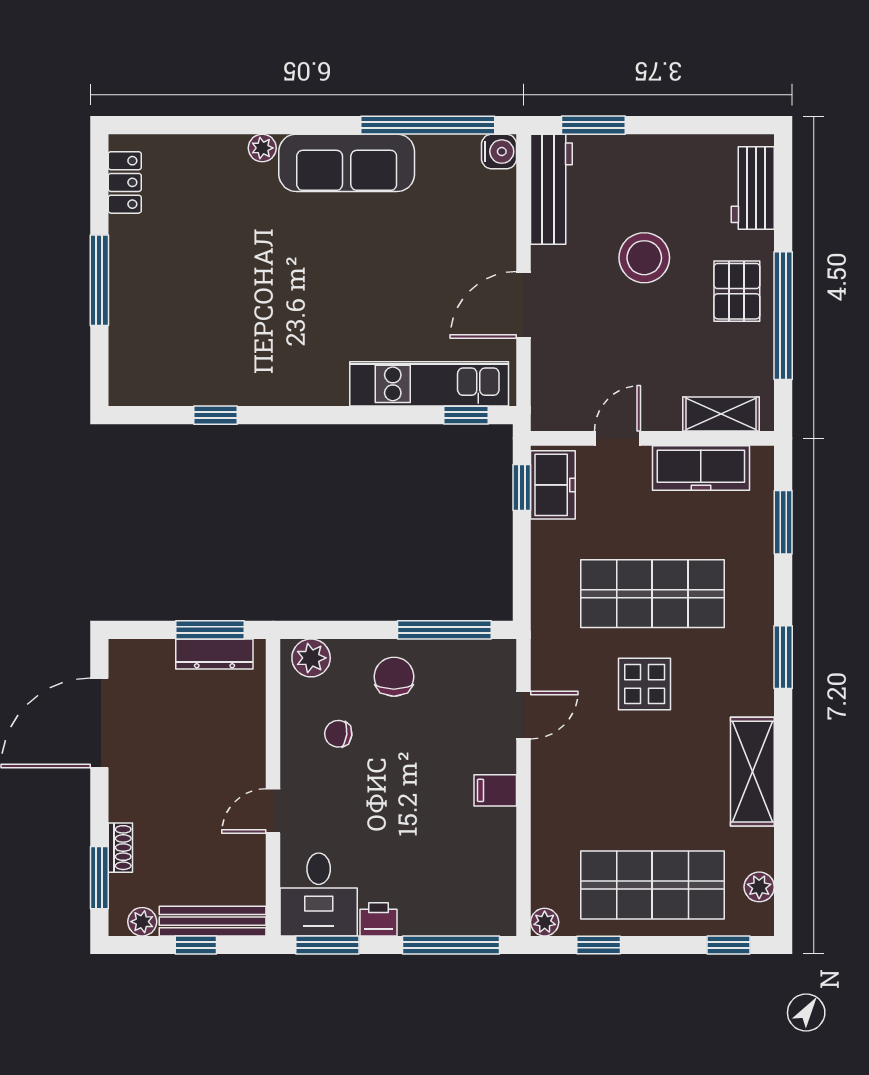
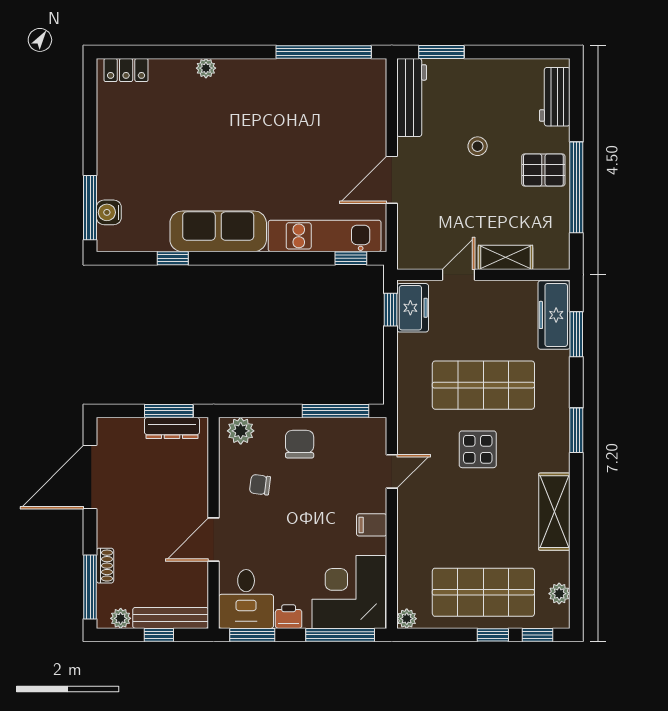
water cooler: (499, 152) -> (109, 212), moved, turned 180
sofa: (347, 163) -> (218, 231), moved, turned 180
locker: (125, 182) -> (126, 70), moved, turned 90
stool: (644, 258) -> (478, 146), width x0.53, depth x0.53
window: (99, 280) -> (90, 208), moved
pallet: (737, 291) -> (543, 170), turned 90
shelving: (721, 414) -> (505, 257), moved
freezer: (701, 468) -> (554, 315), moved, turned 90
door: (273, 811) -> (214, 540), width x1.38
window: (99, 878) -> (90, 587), width x1.44
corner desk: (463, 885) -> (349, 592), added
window: (599, 945) -> (493, 635), moved

